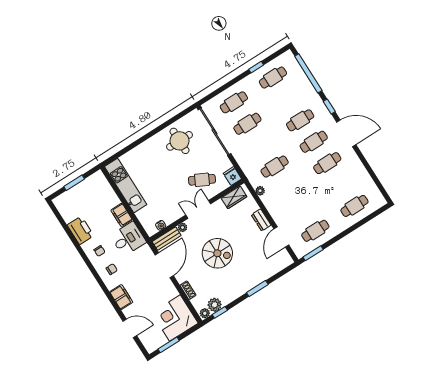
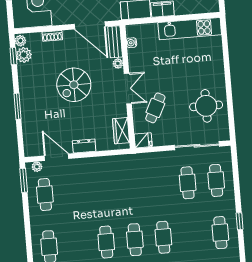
sliding door: (214, 132) -> (197, 146), width x0.73
cafe table: (275, 167) -> (130, 187), removed
plant: (260, 191) -> (37, 167), moved

